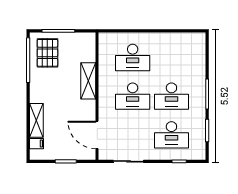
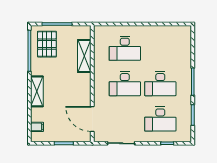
shelving: (88, 81) -> (84, 56), moved
shelving: (36, 120) -> (37, 91), moved

